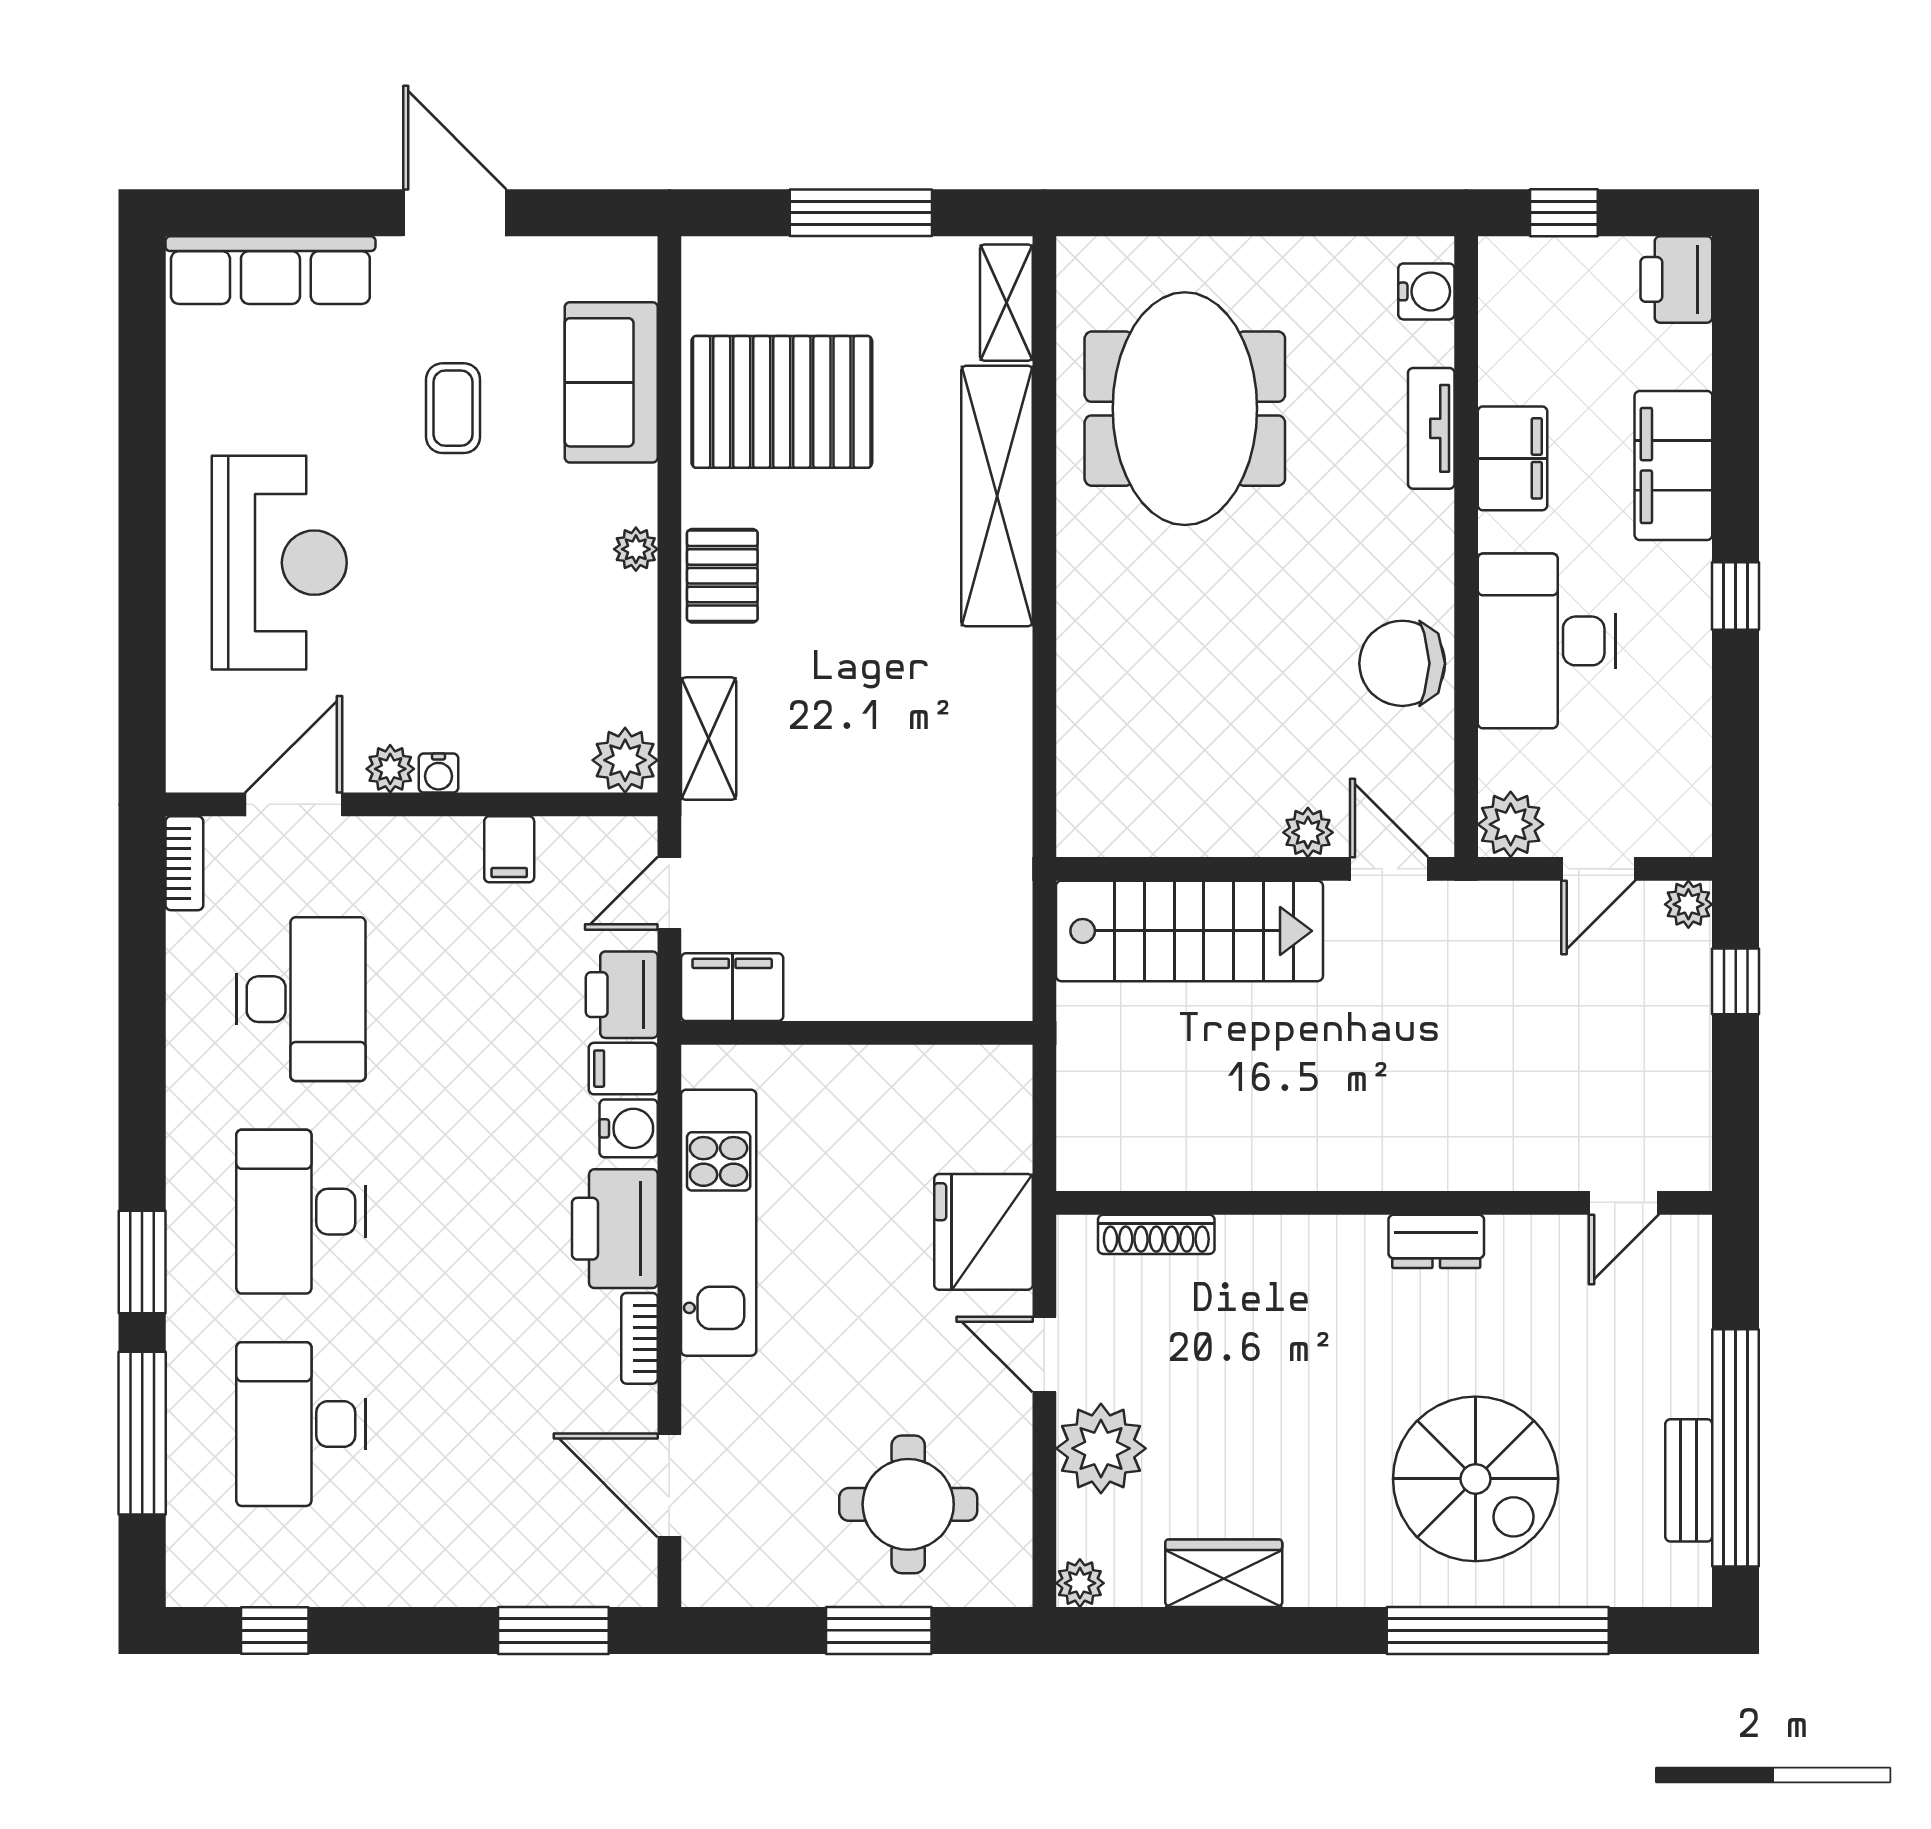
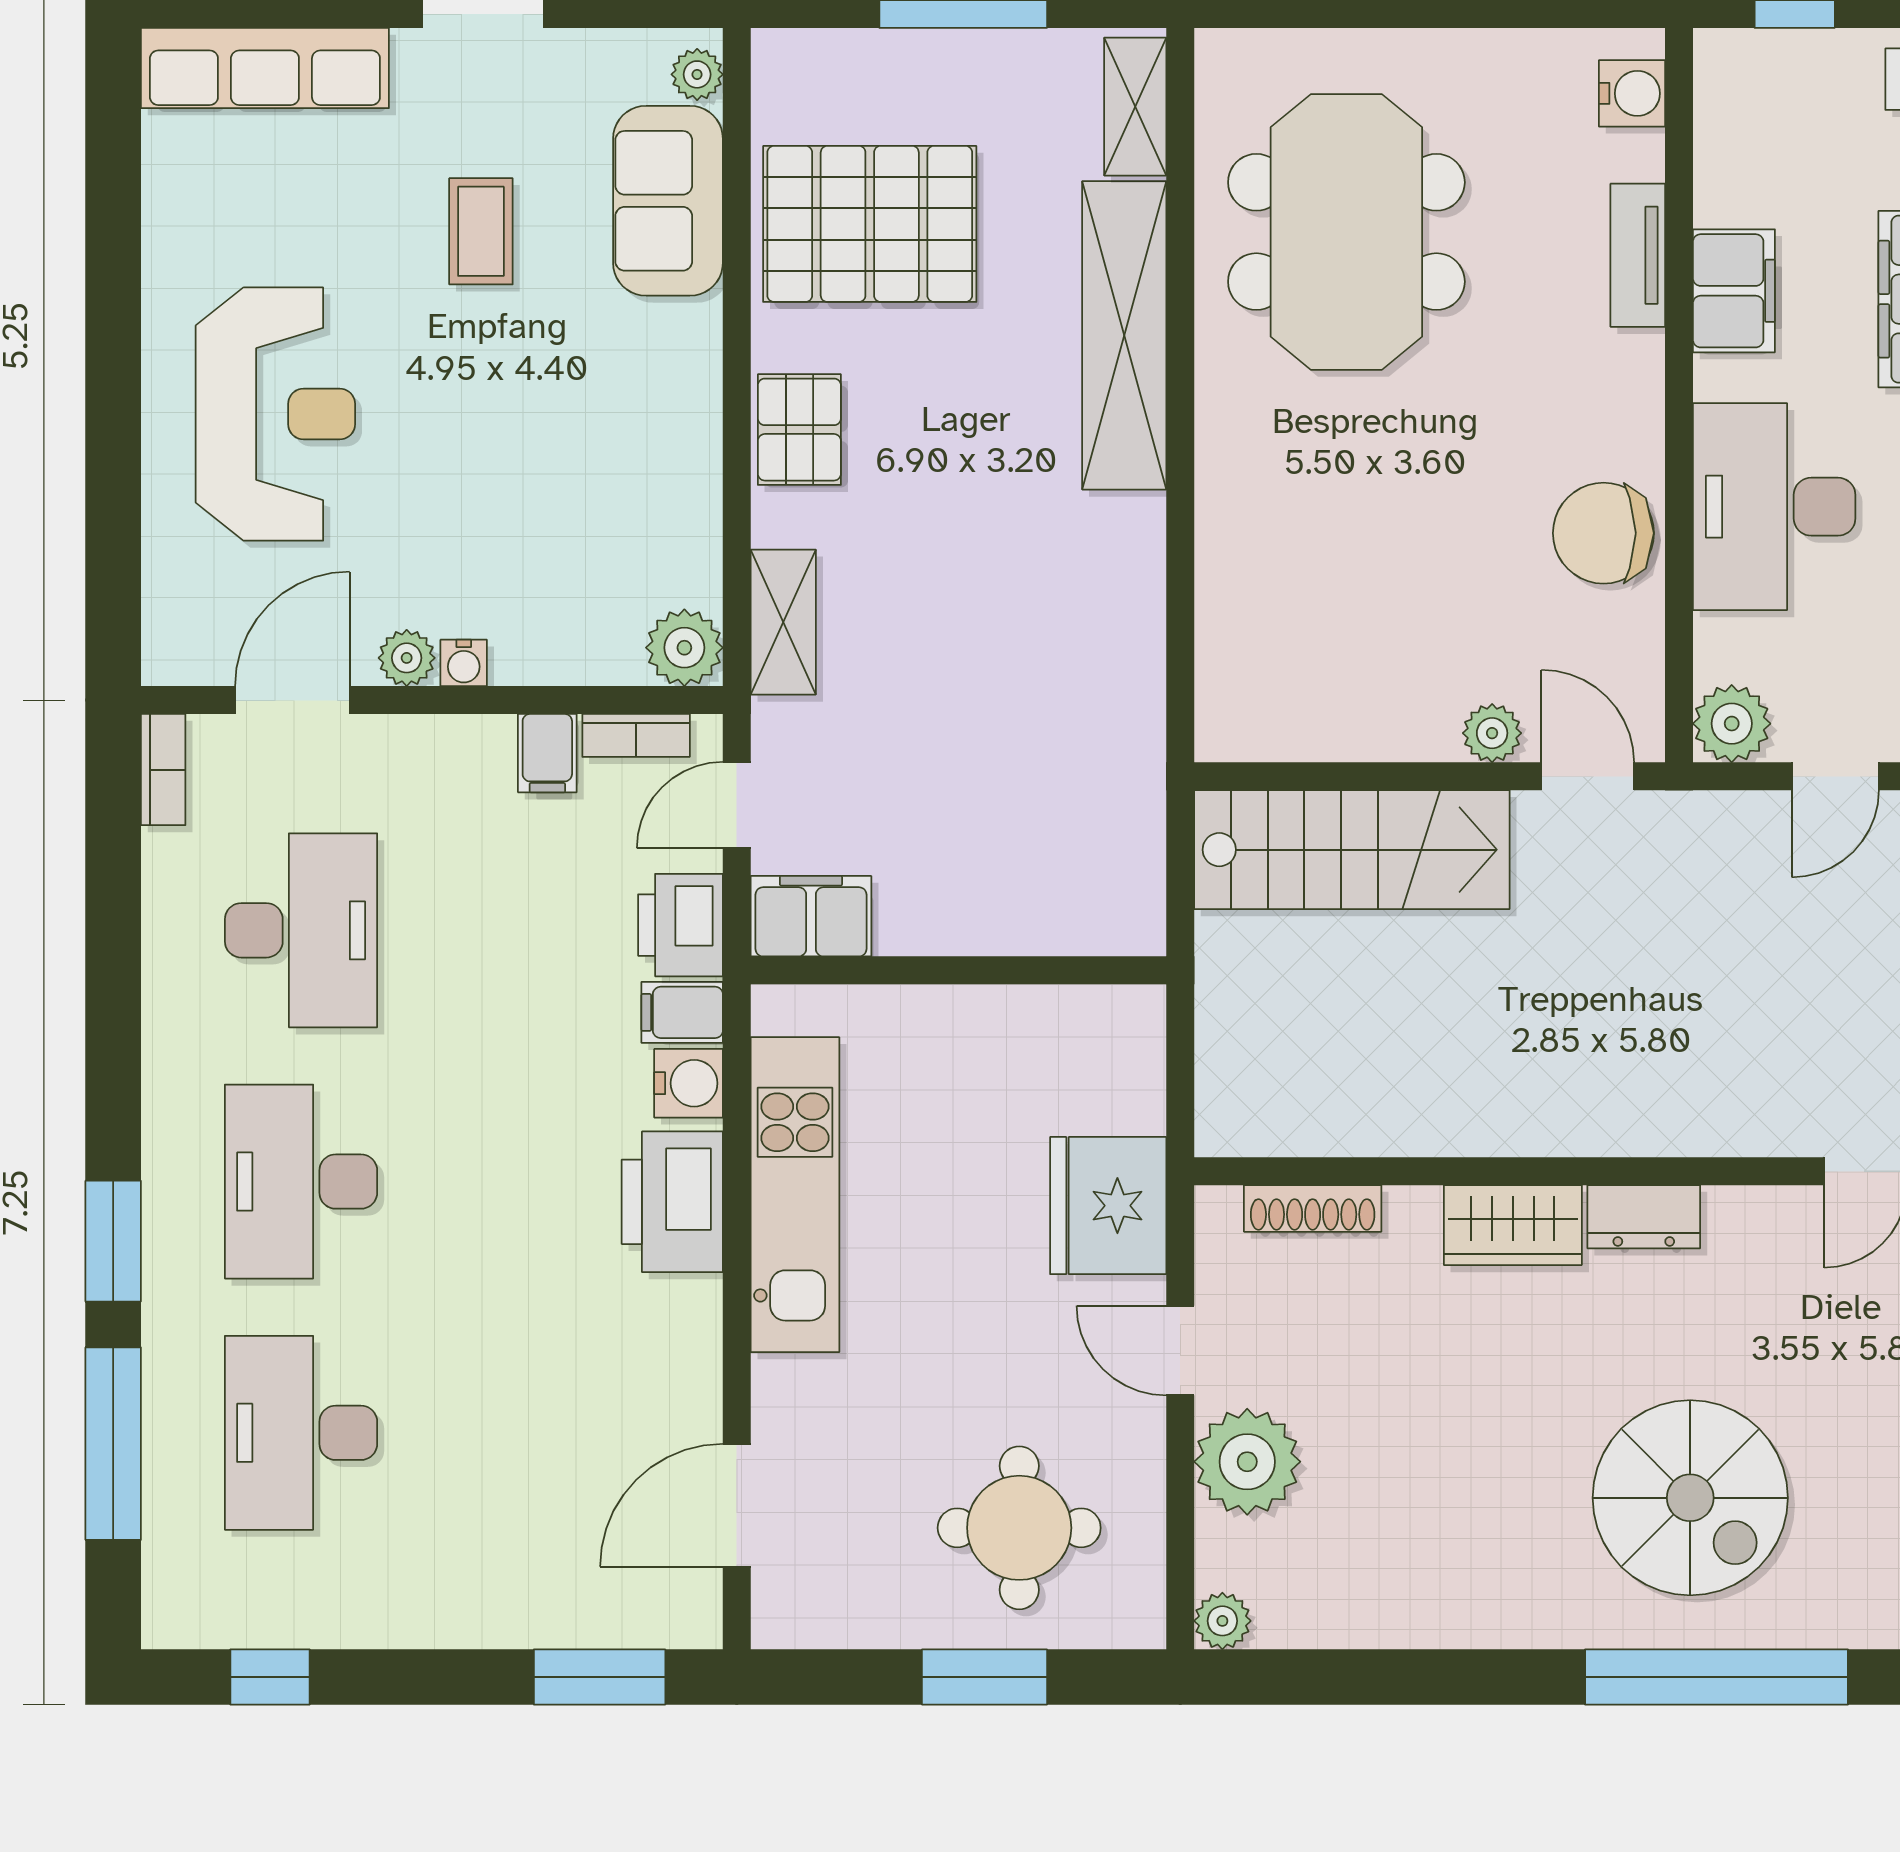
plant: (636, 549) -> (697, 74), moved
bookcase: (639, 1338) -> (636, 735), moved, turned -90
door: (669, 1485) -> (737, 1505), hinge flipped
wardrobe: (1224, 1573) -> (1513, 1225), moved, turned 180

